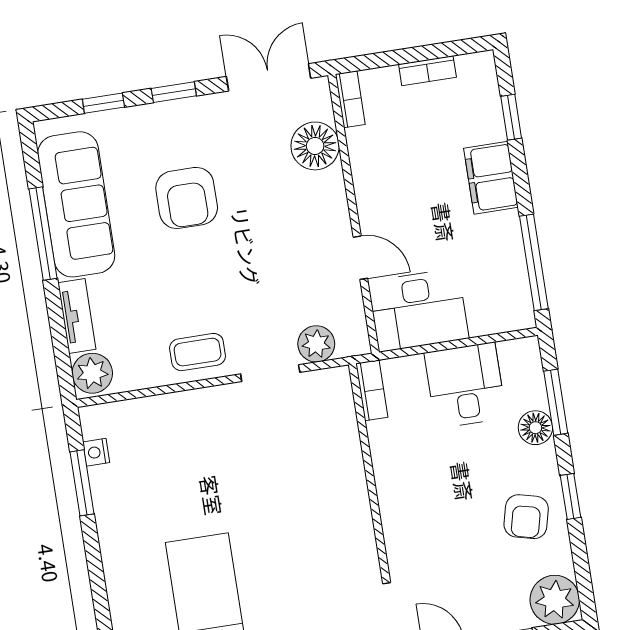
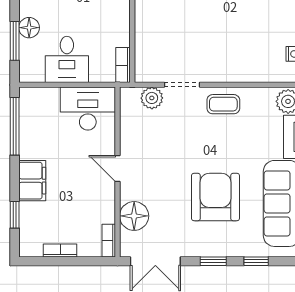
armchair: (187, 198) -> (215, 197), width x1.36, depth x1.36
door: (360, 258) -> (117, 168), moved

